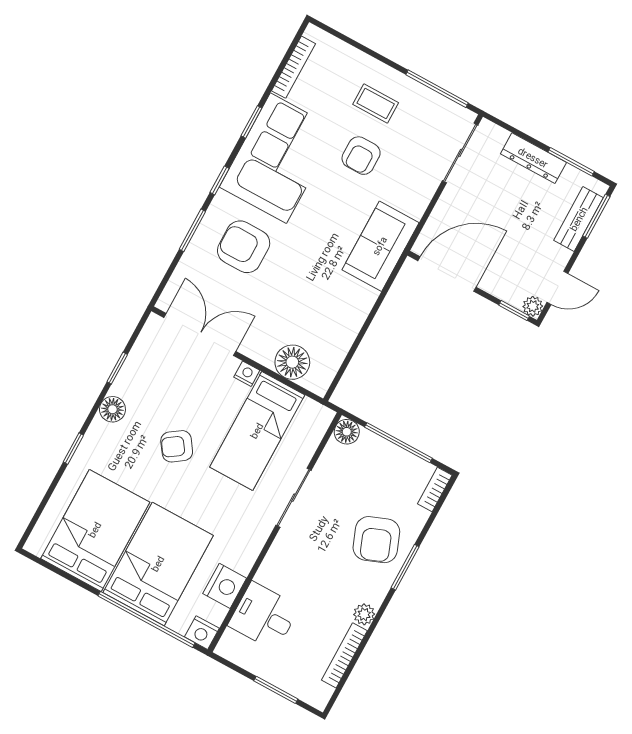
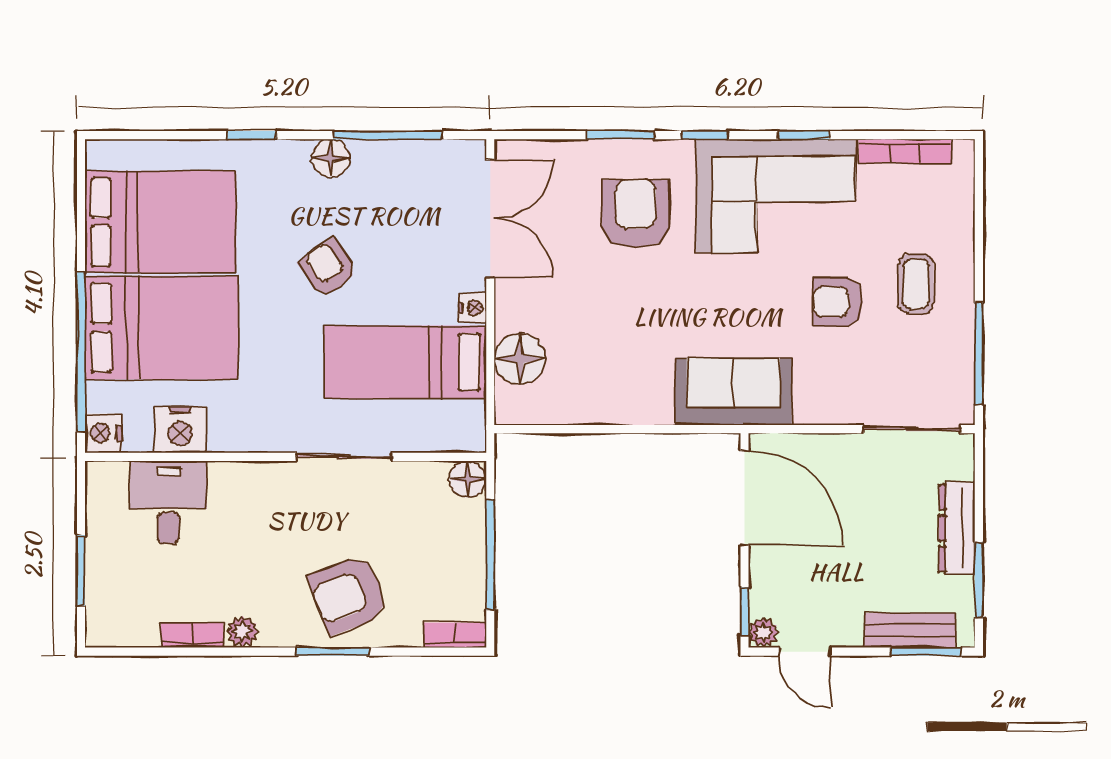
window: (117, 368) -> (388, 135), width x2.17
bookcase: (344, 655) -> (192, 635), width x0.64

